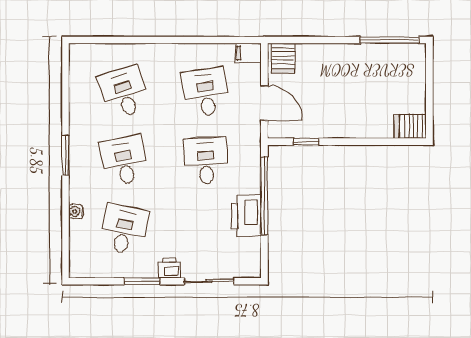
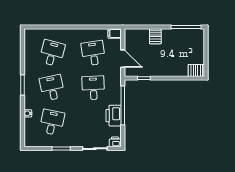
server rack: (283, 58) -> (155, 36), moved
desk: (124, 92) -> (52, 53), turned 33
printer: (169, 268) -> (115, 142), moved

